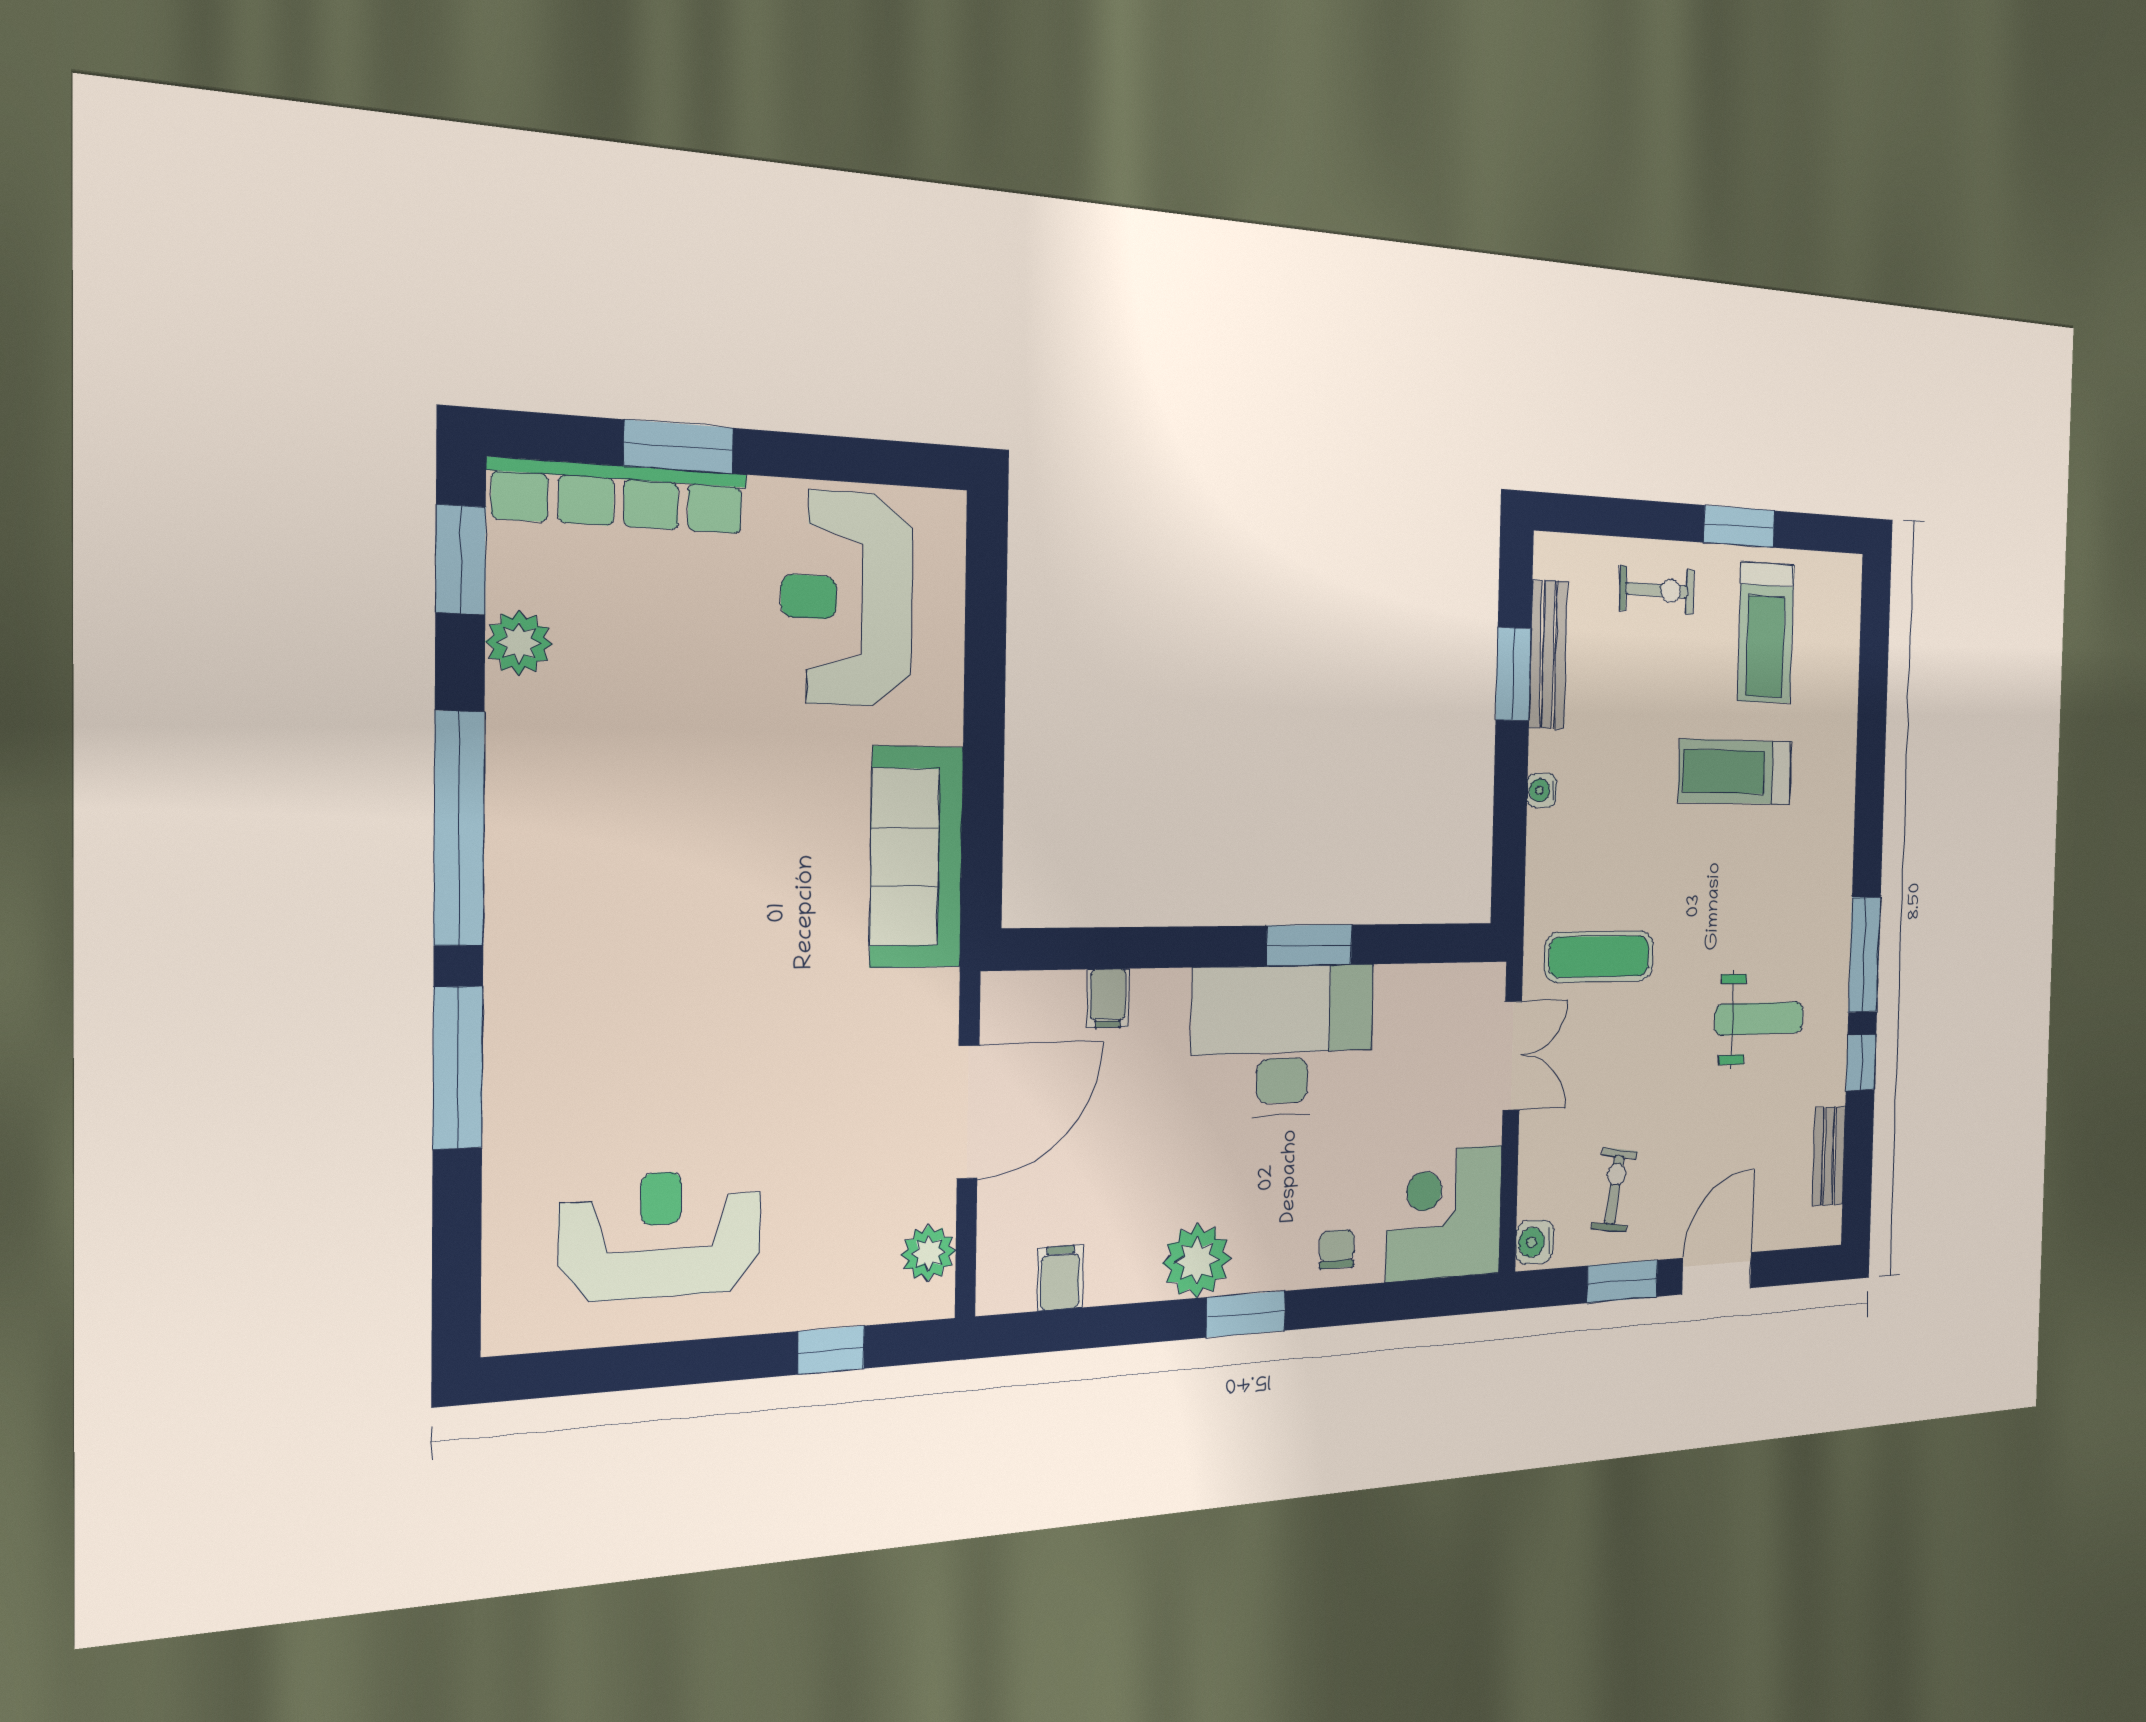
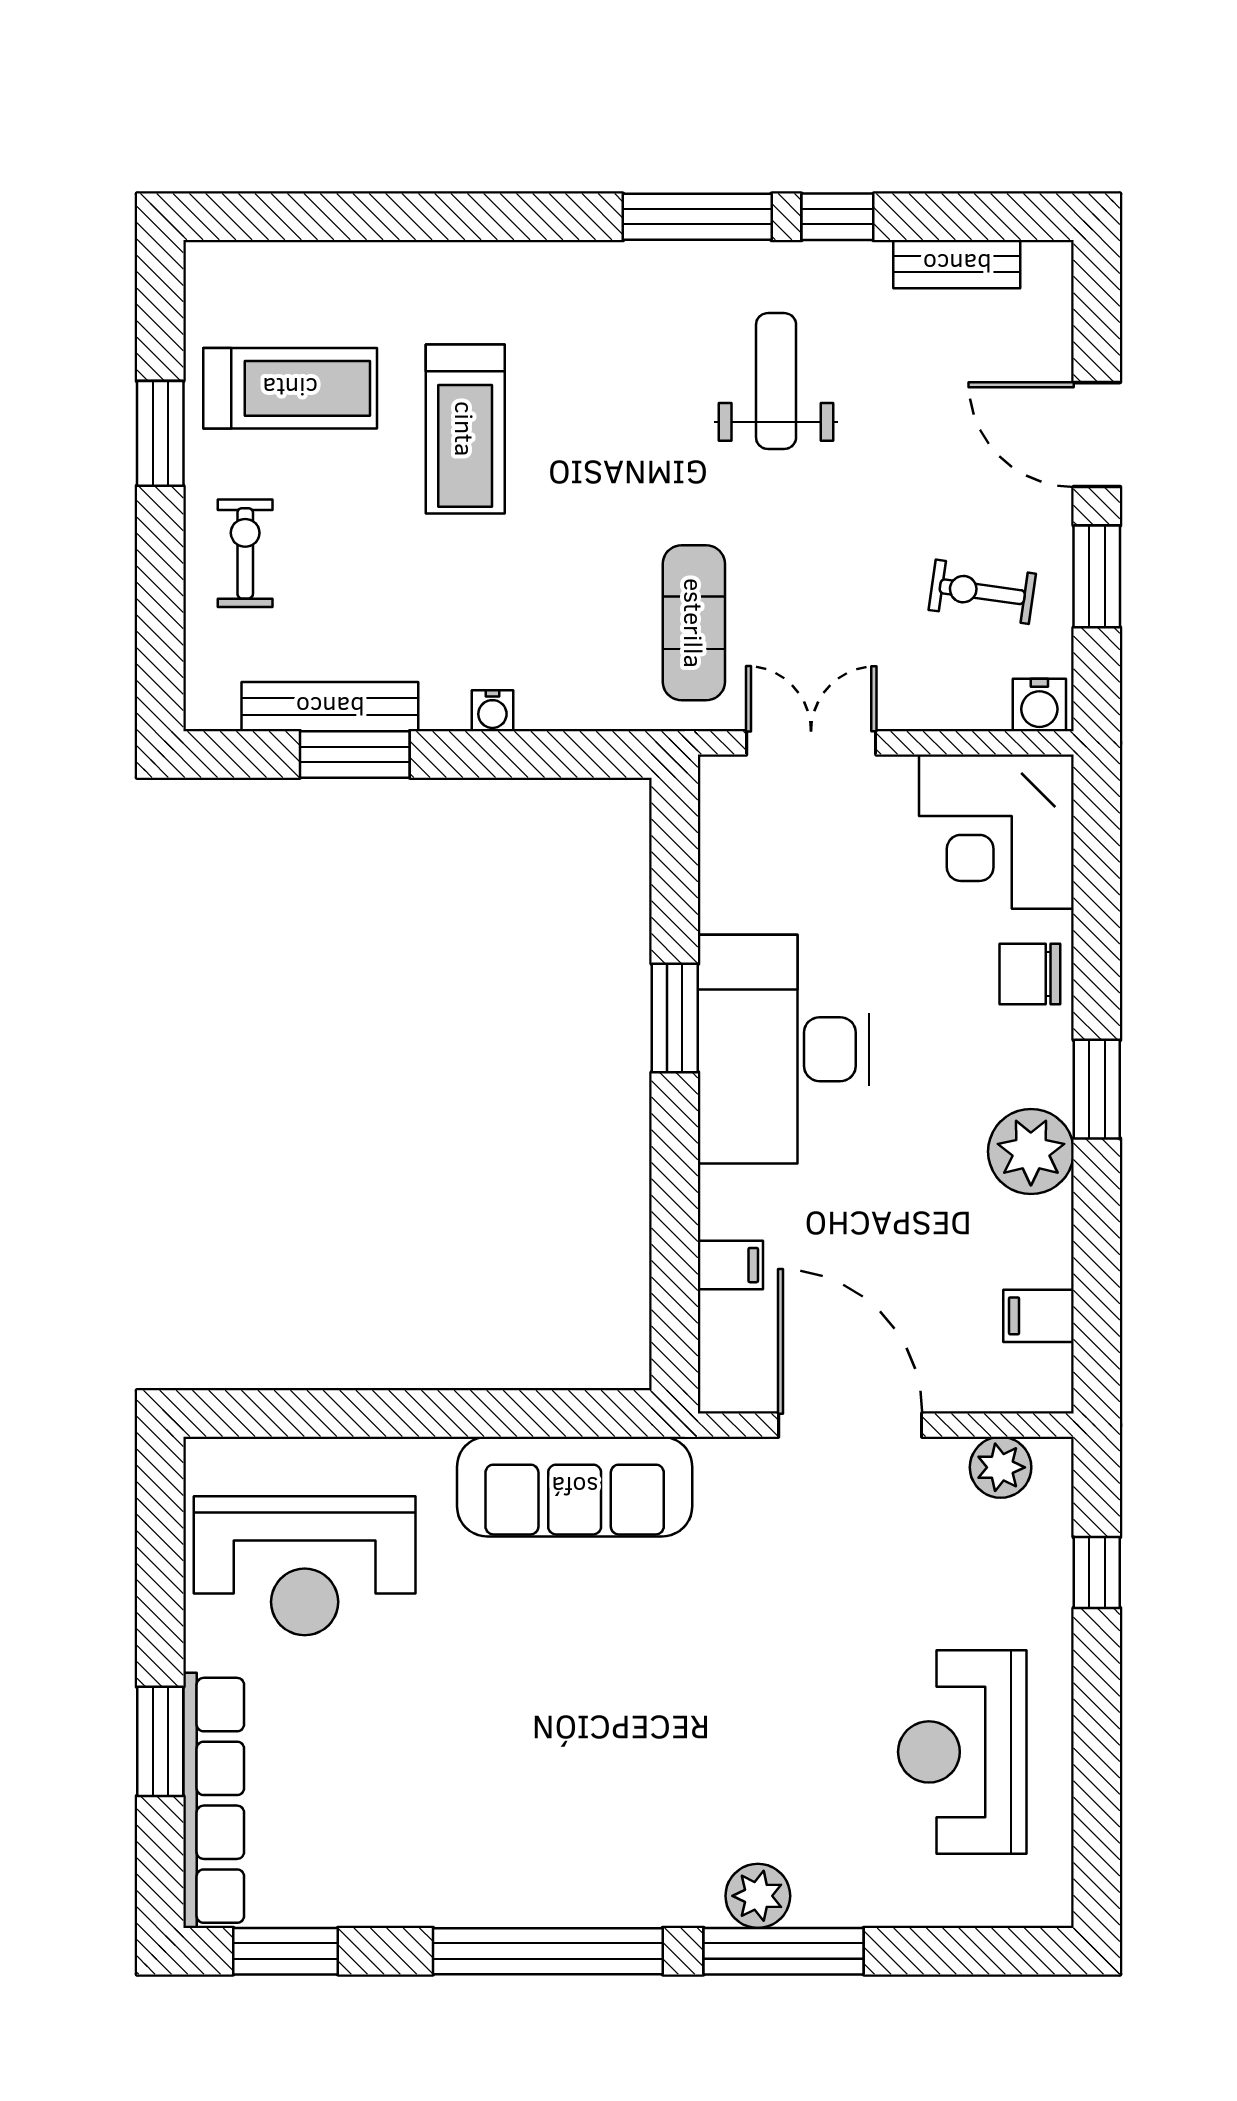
plant: (519, 643) -> (758, 1896), moved
chair: (1337, 1249) -> (1030, 974), width x1.37, depth x1.37

